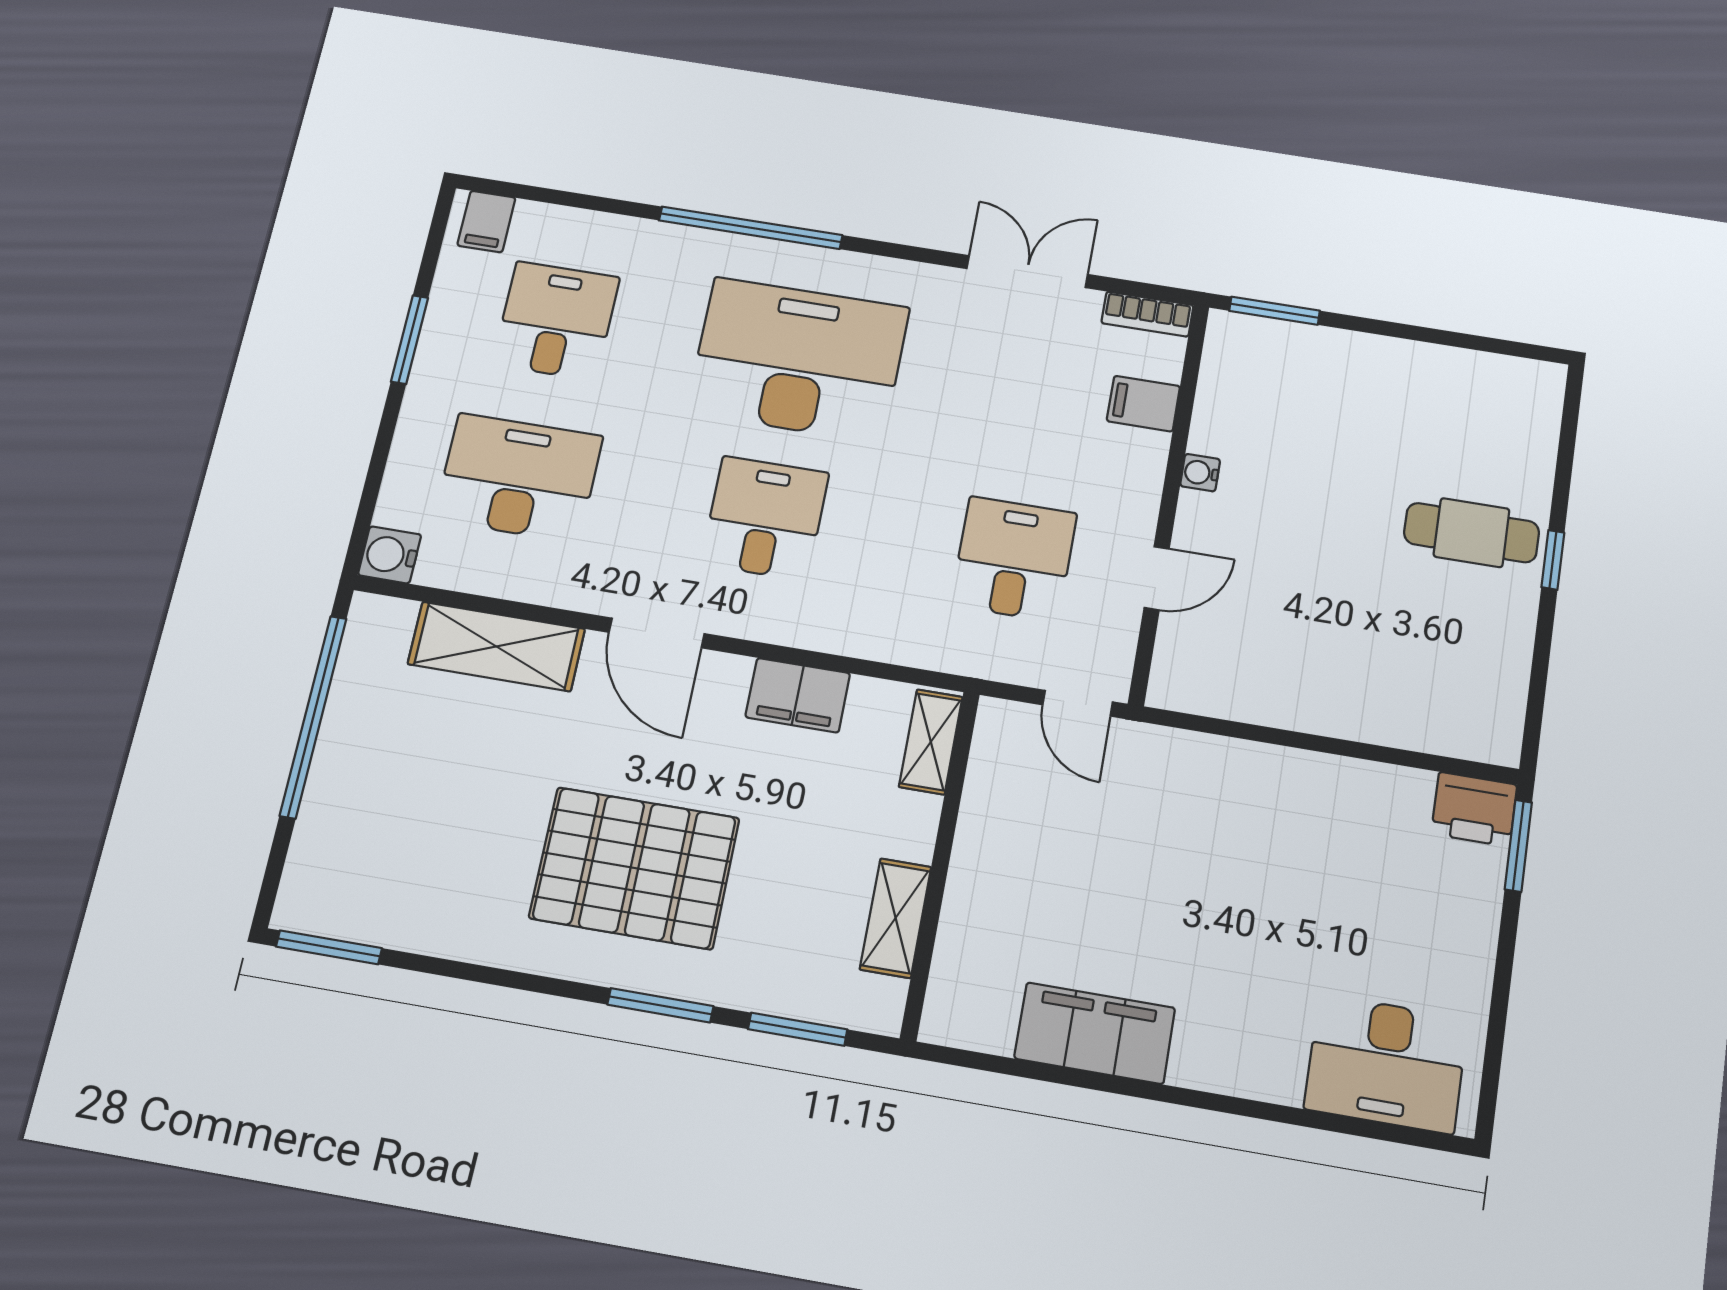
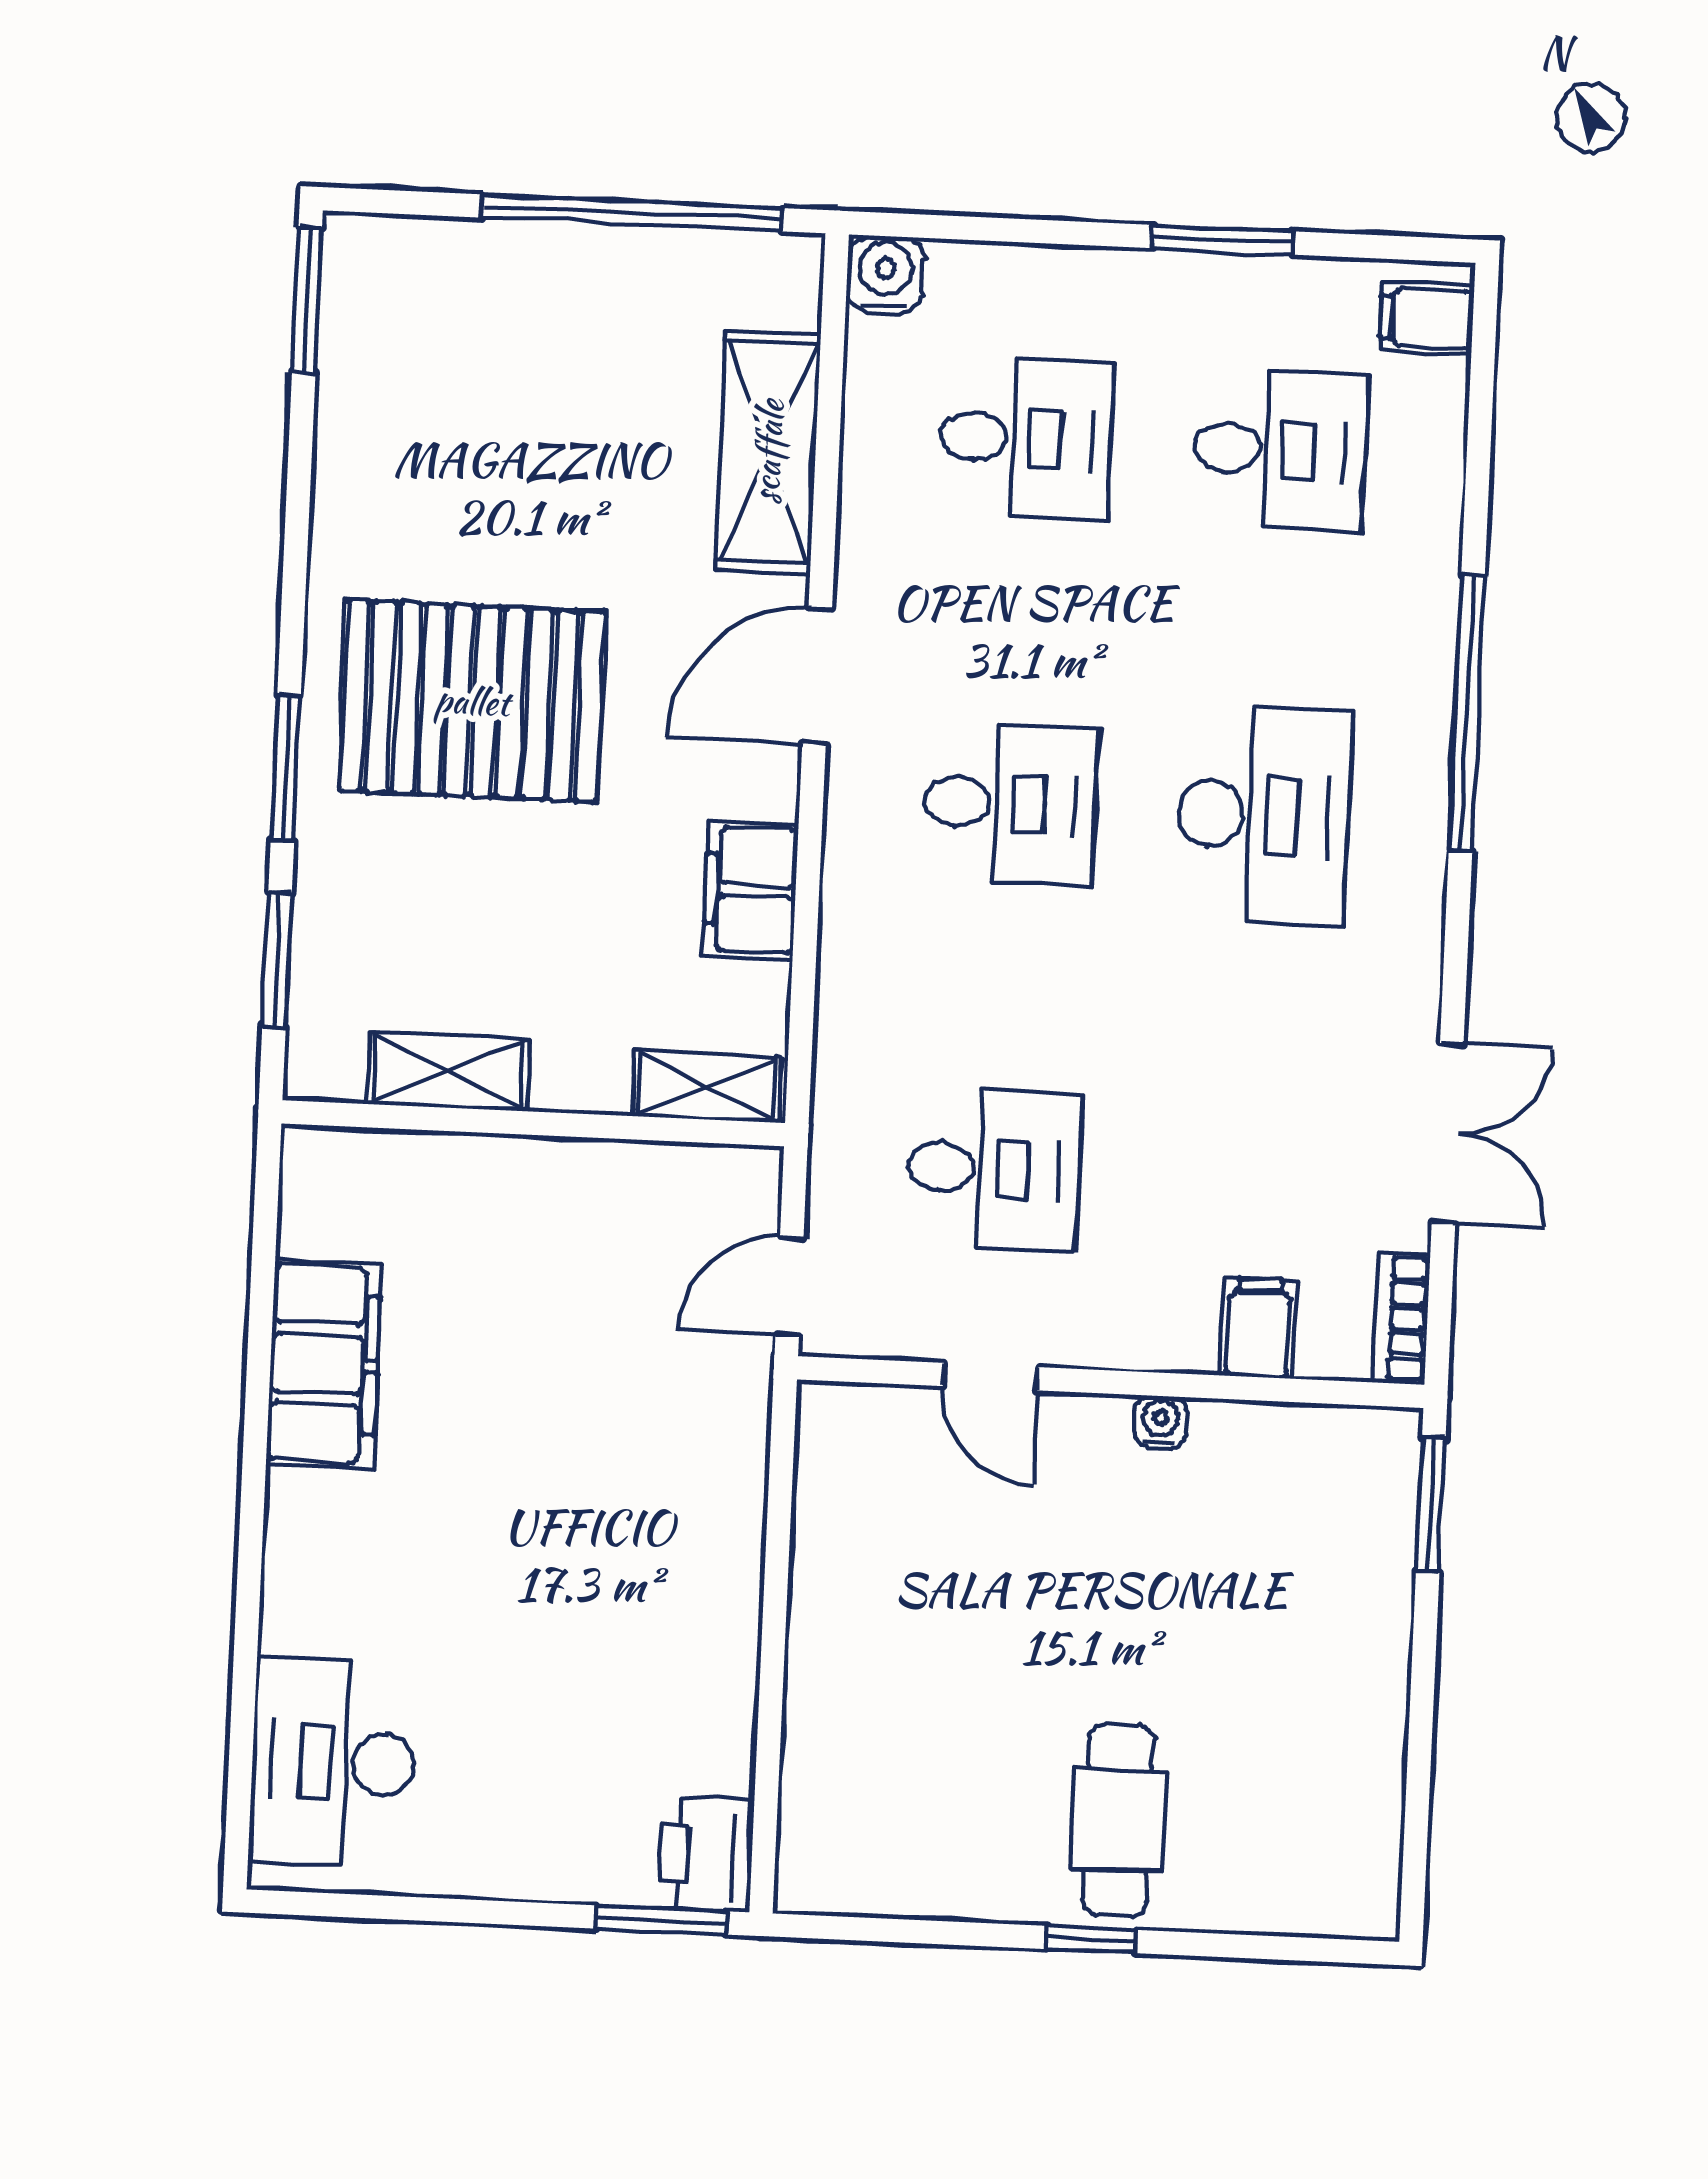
desk: (798, 360) -> (1263, 815), width x0.73, depth x0.77
desk: (519, 478) -> (1027, 438), width x0.73
pallet: (634, 868) -> (472, 701), turned 90

